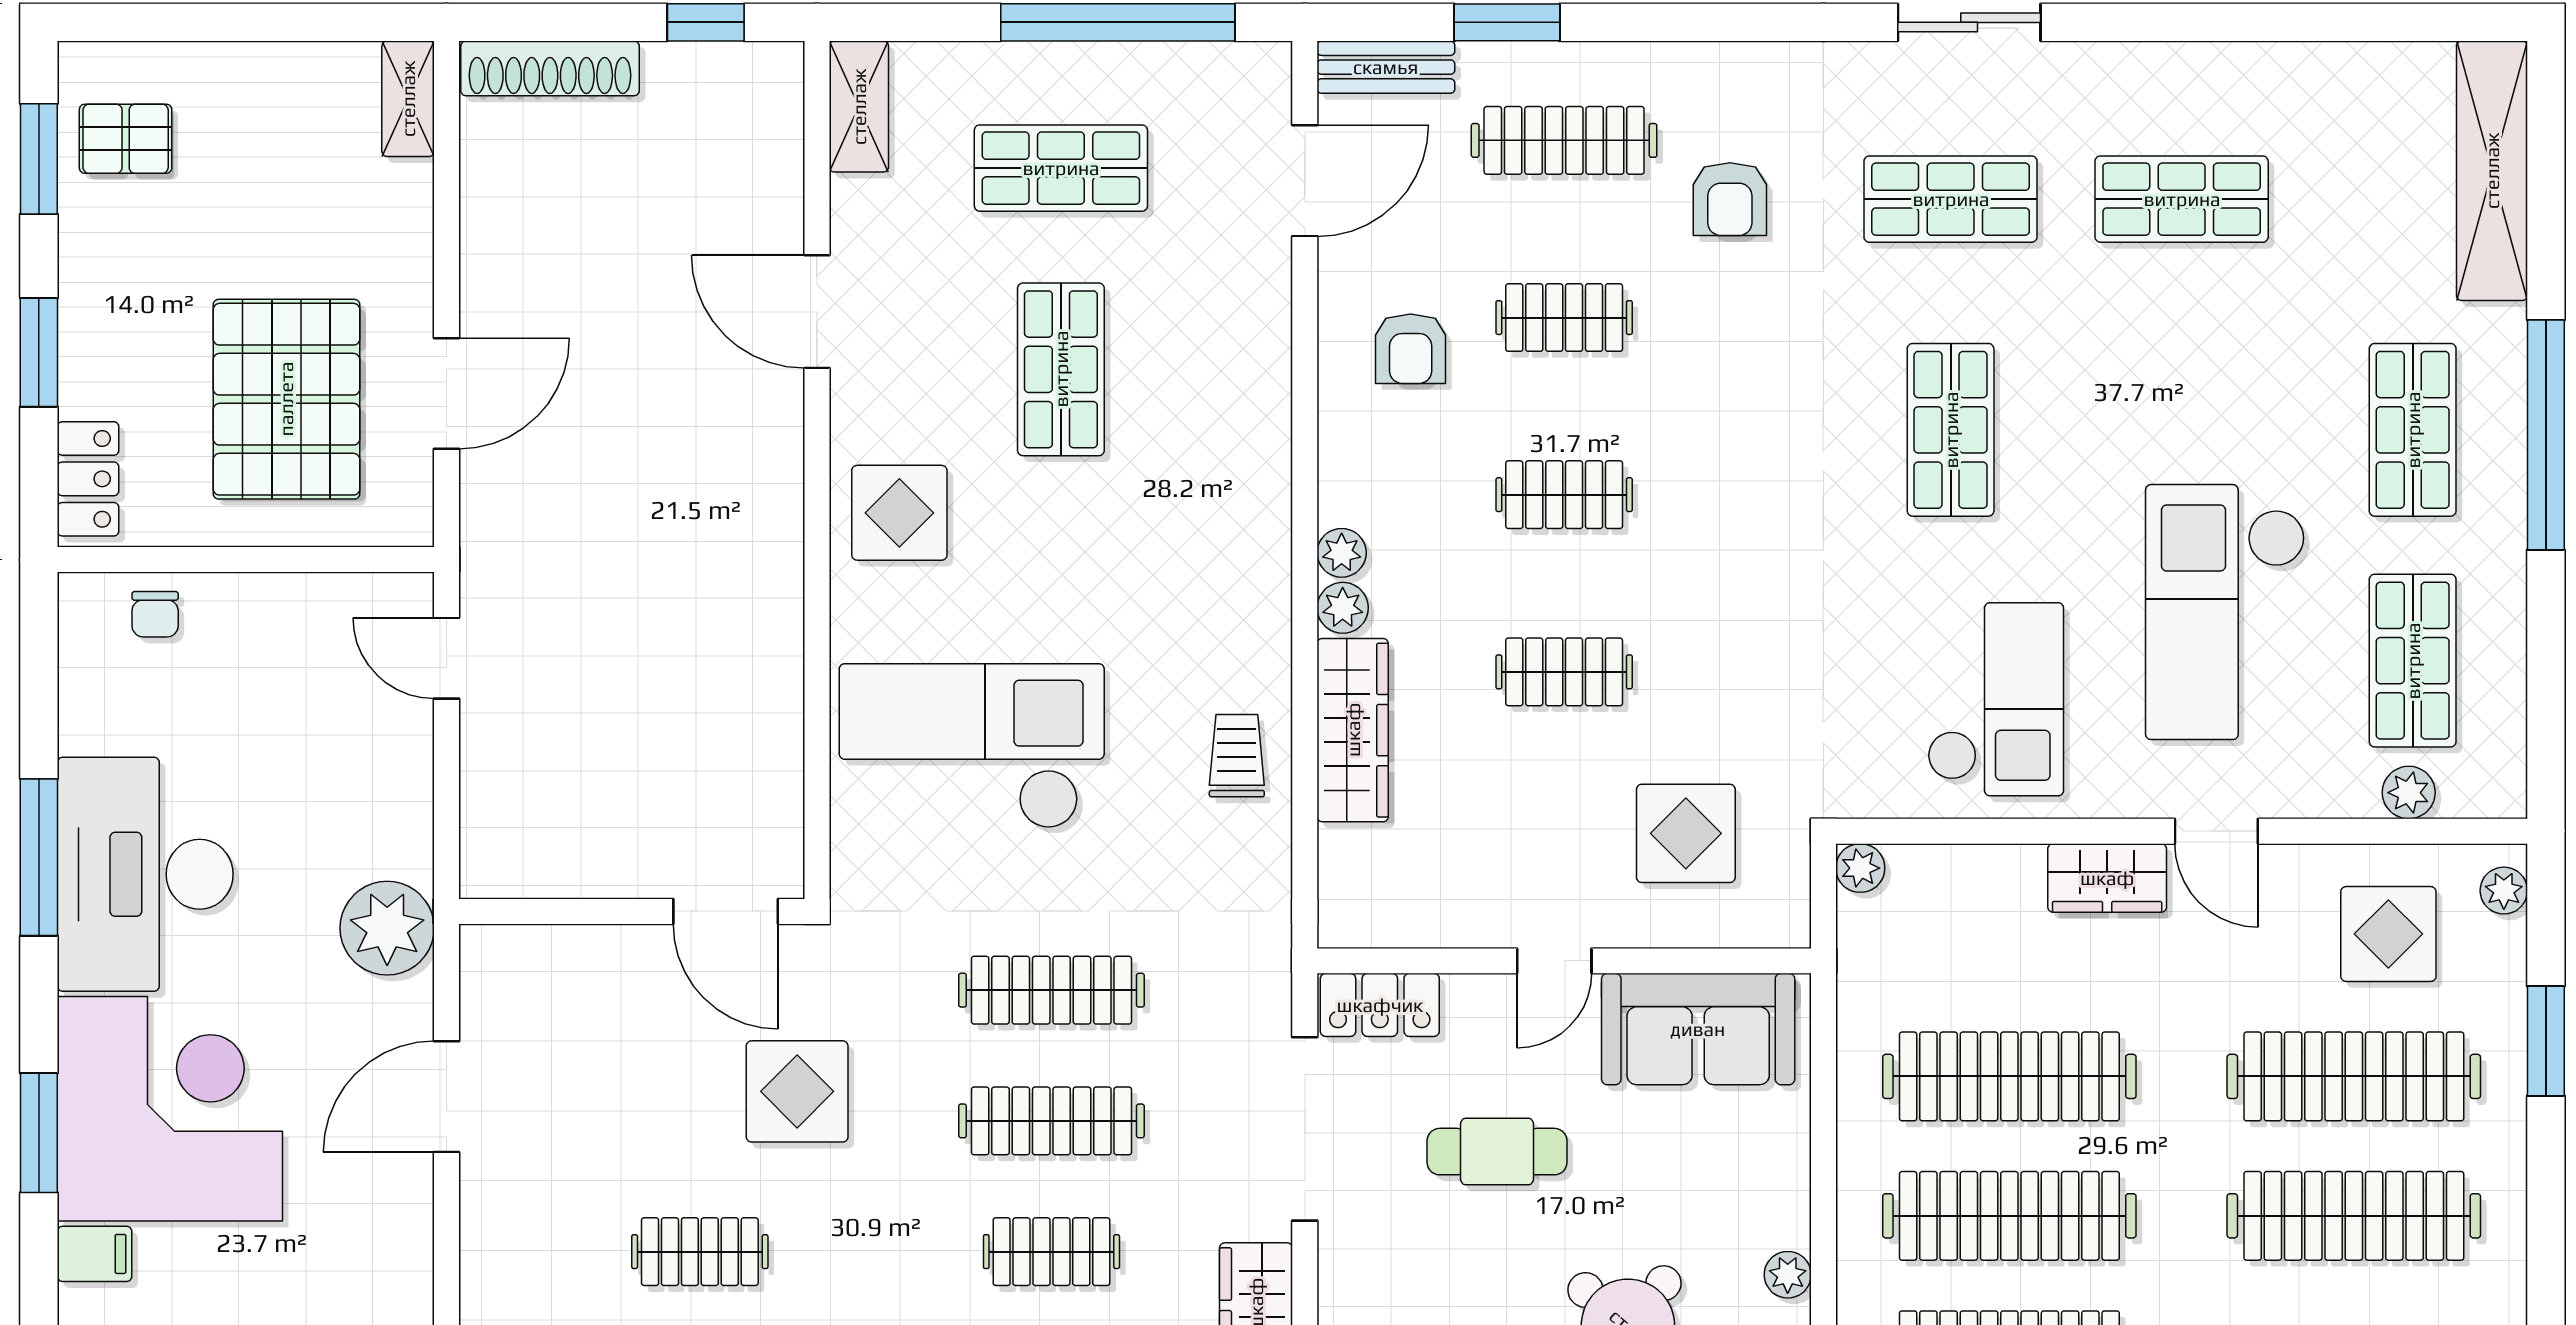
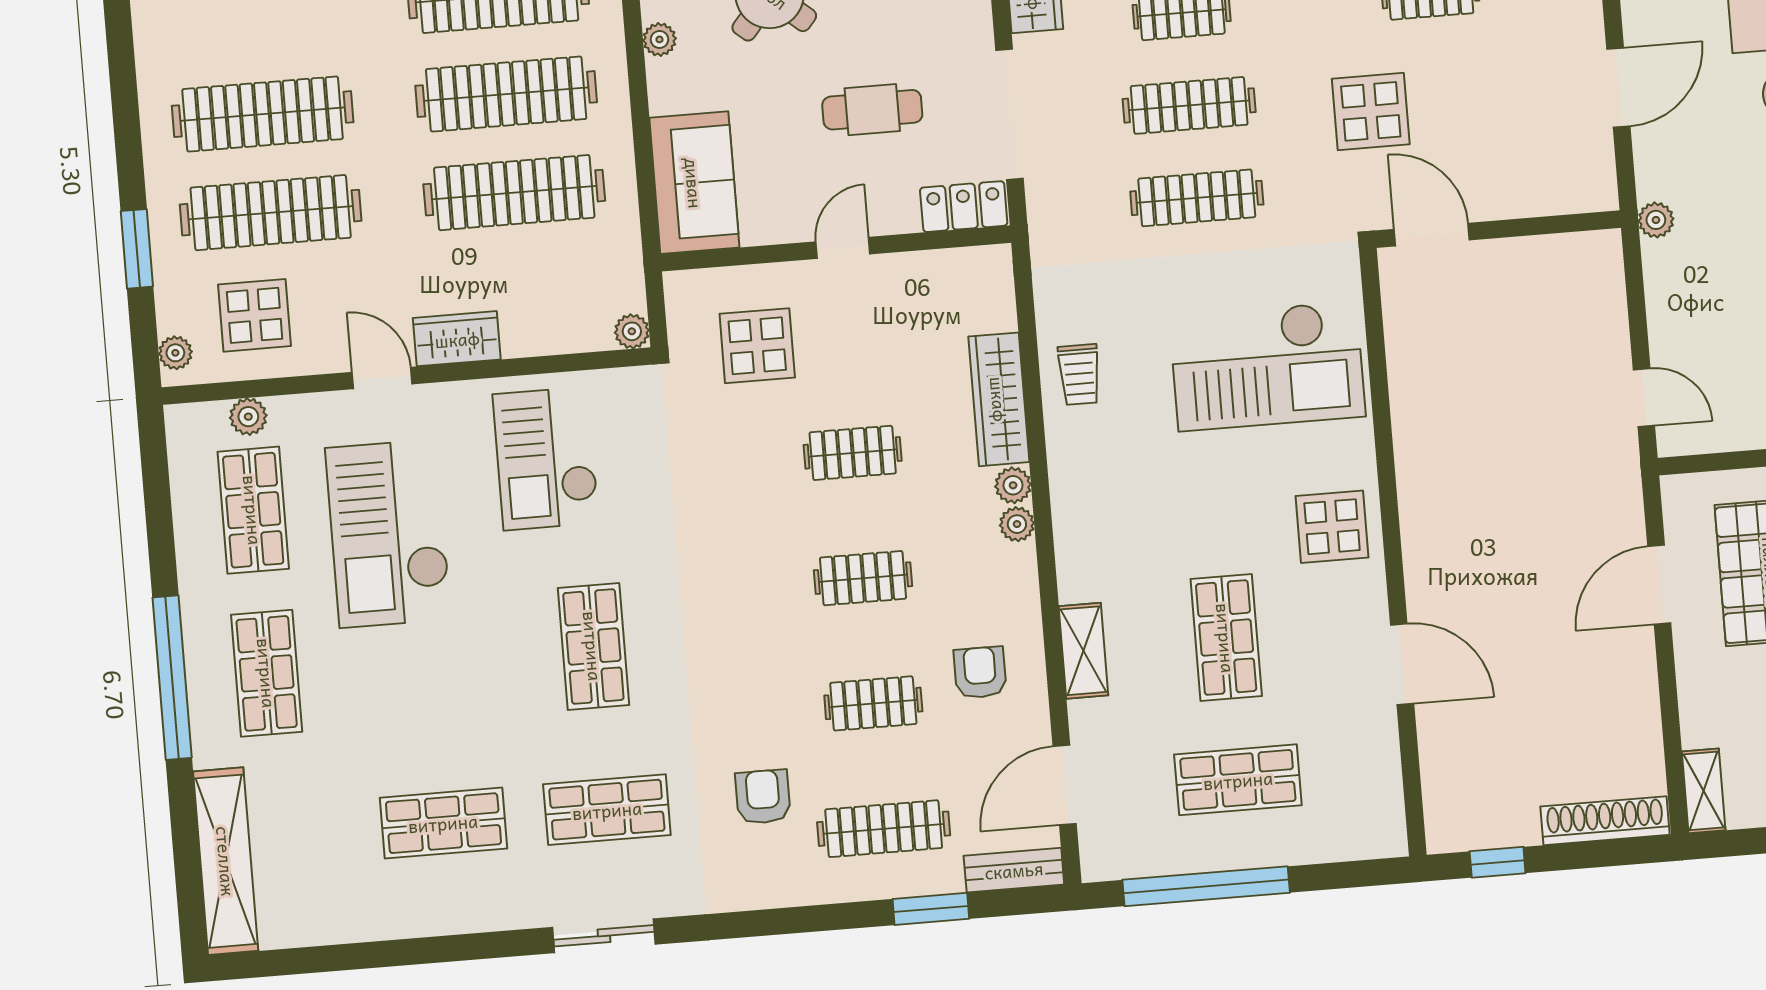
shelving: (859, 107) -> (1083, 651), moved
checkout: (2225, 612) -> (389, 534), turned 180
plant: (387, 928) -> (1656, 220), width x0.53, depth x0.53
sofa: (1698, 1029) -> (694, 183), moved, turned 90

